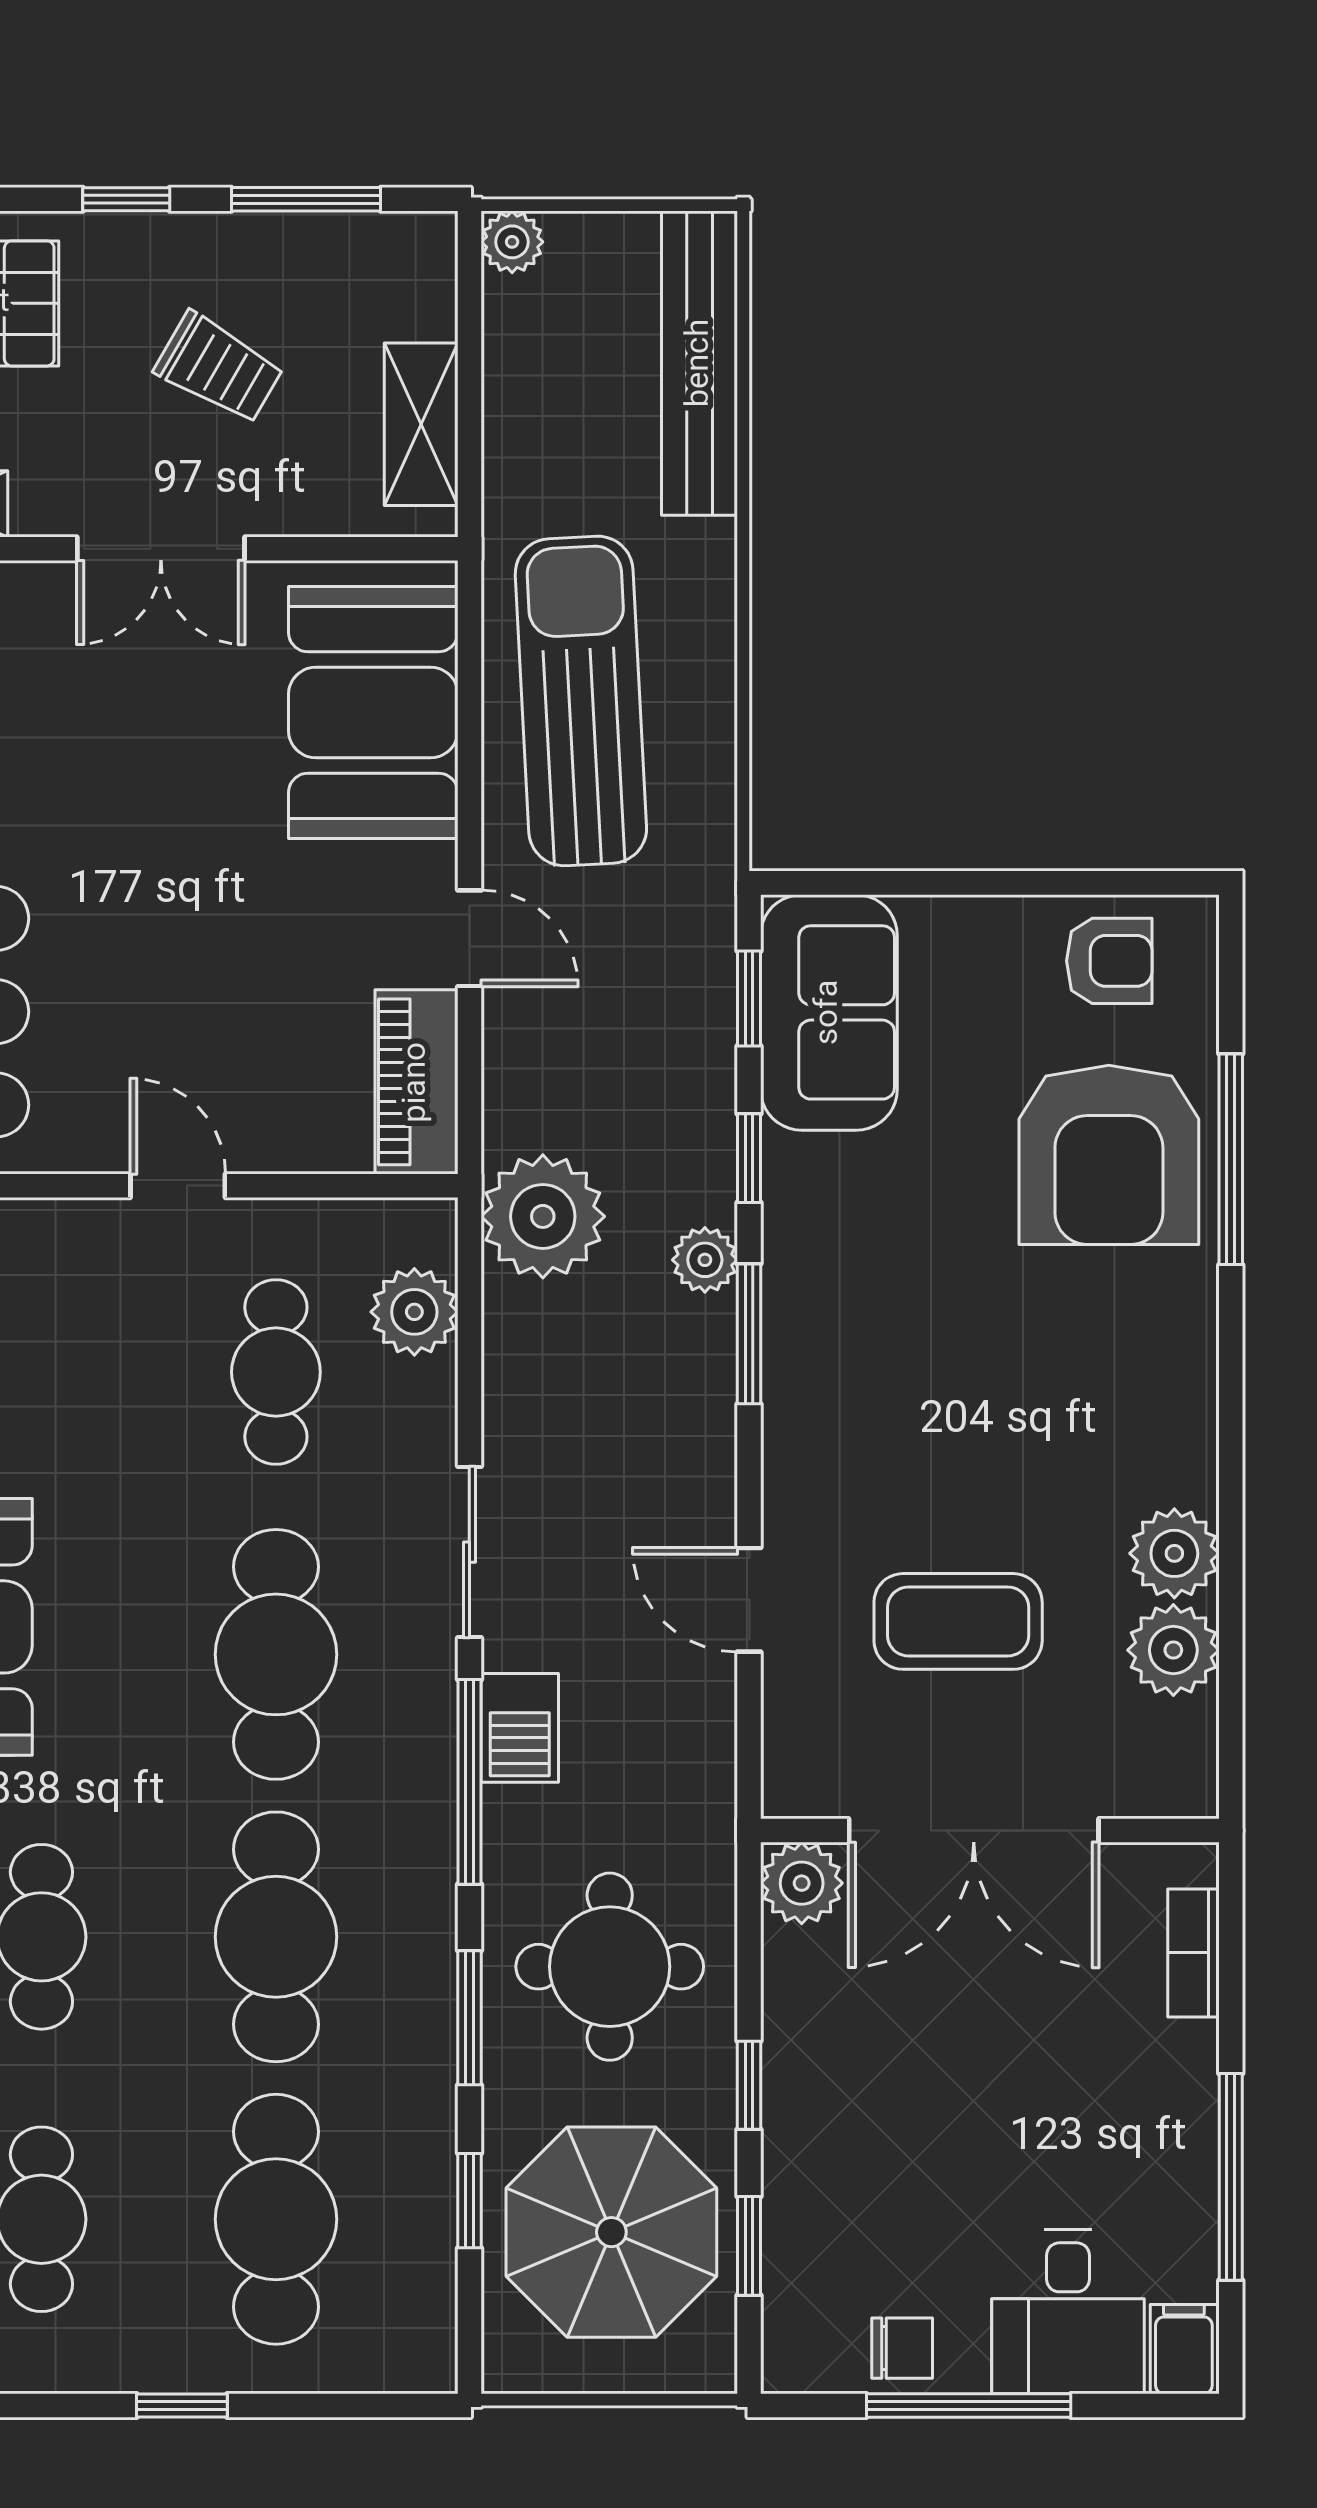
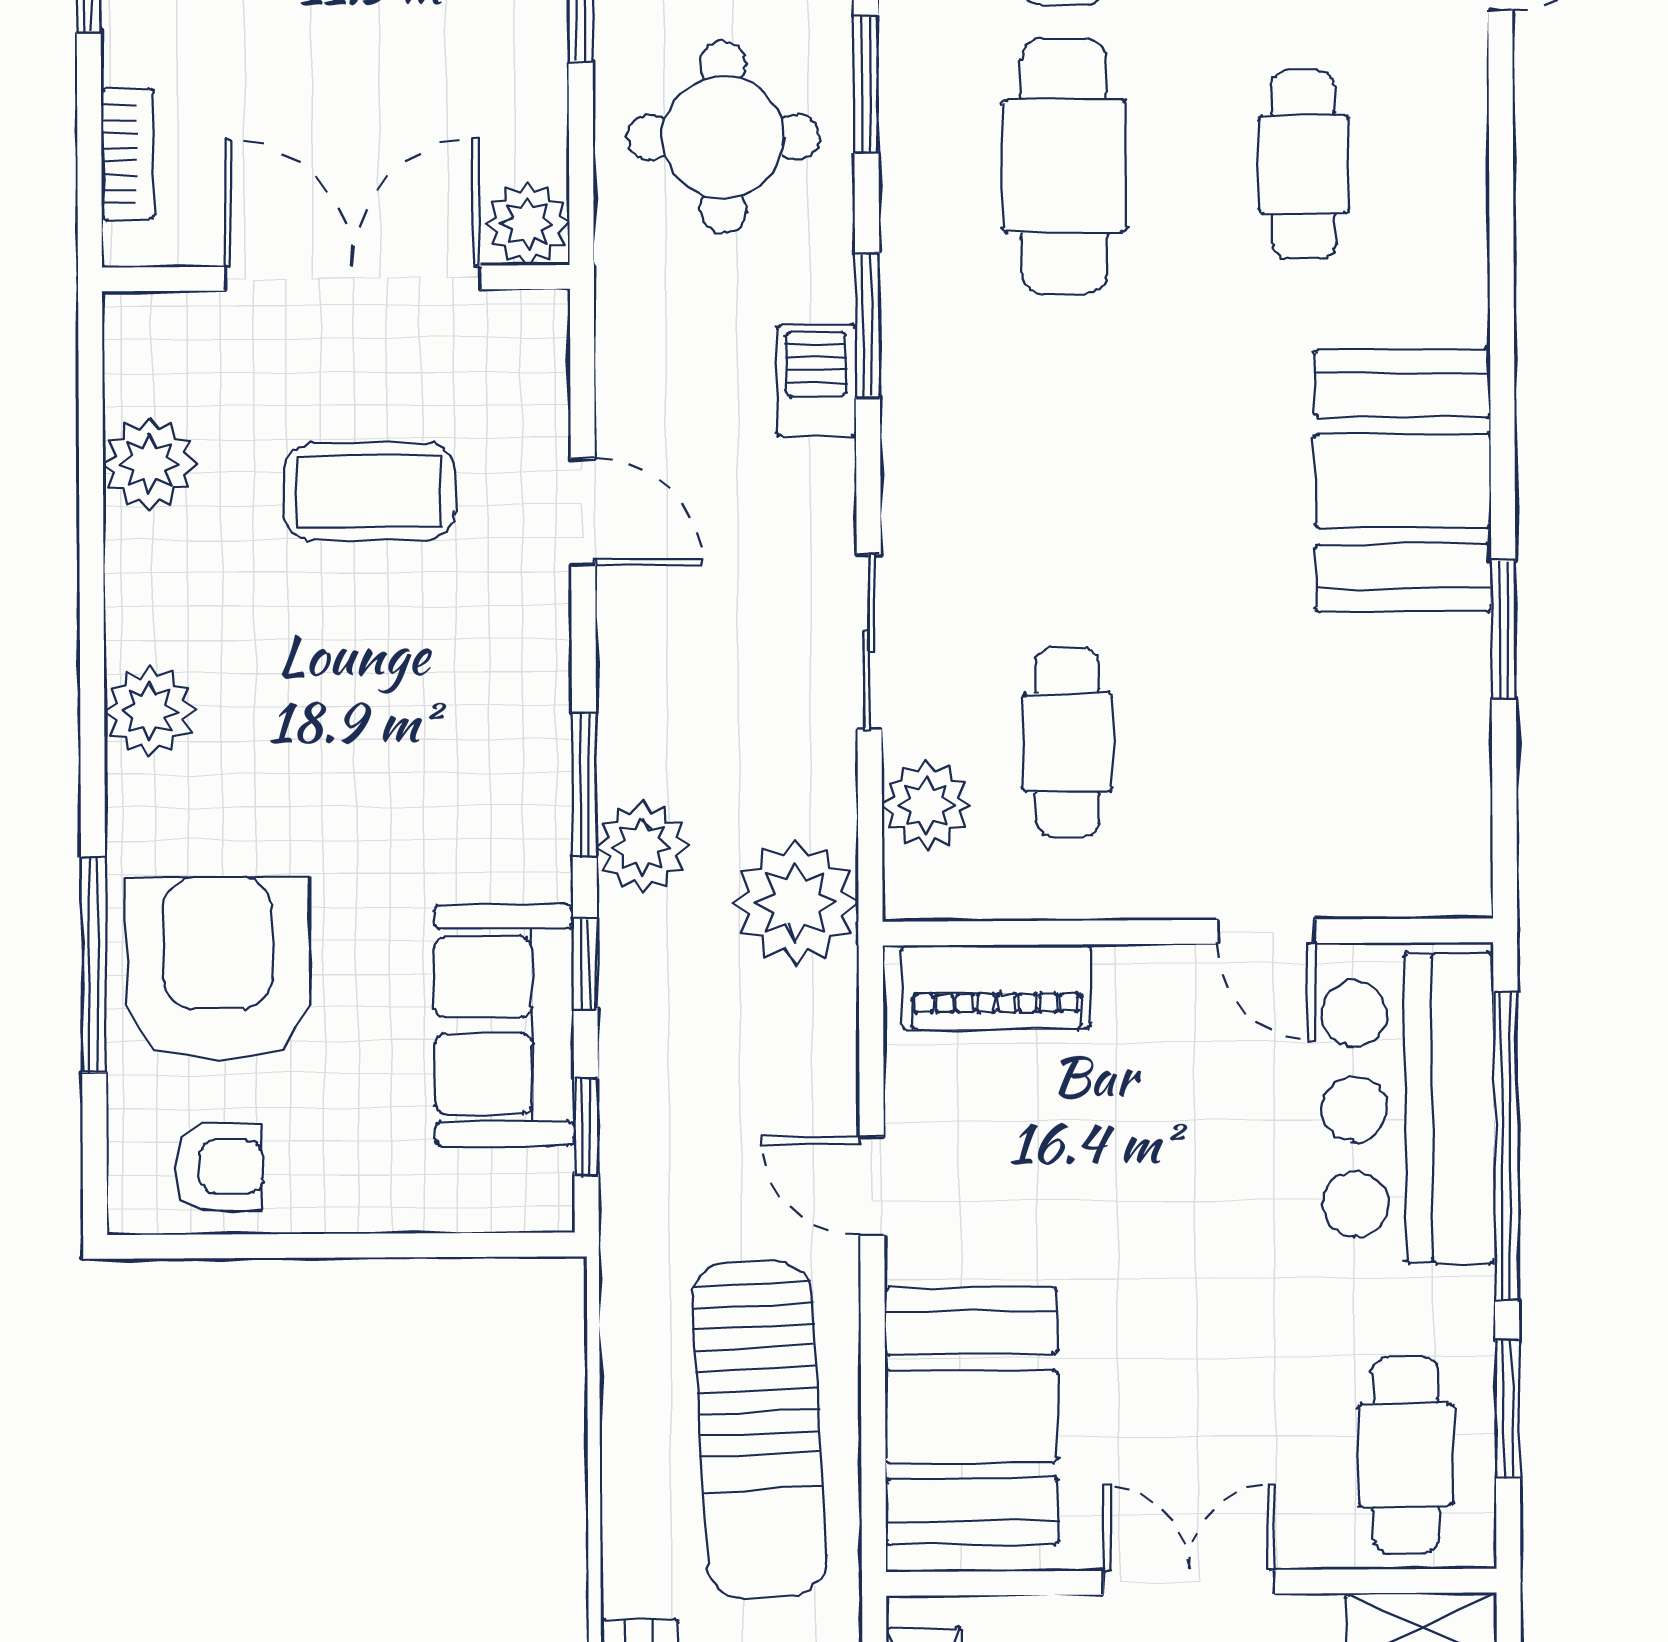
armchair: (1109, 961) -> (219, 1167), turned 180
sofa: (829, 1012) -> (504, 1025), moved
piano: (417, 1082) -> (996, 987), moved, turned 90
door: (178, 1186) -> (1266, 932), moved
plant: (705, 1260) -> (642, 847), width x1.38, depth x1.38
sliding door: (469, 1552) -> (869, 642), moved
plant: (1174, 1553) -> (150, 711), moved
cafe table: (276, 1654) -> (1066, 454), removed
window: (469, 1782) -> (867, 325), width x0.69

